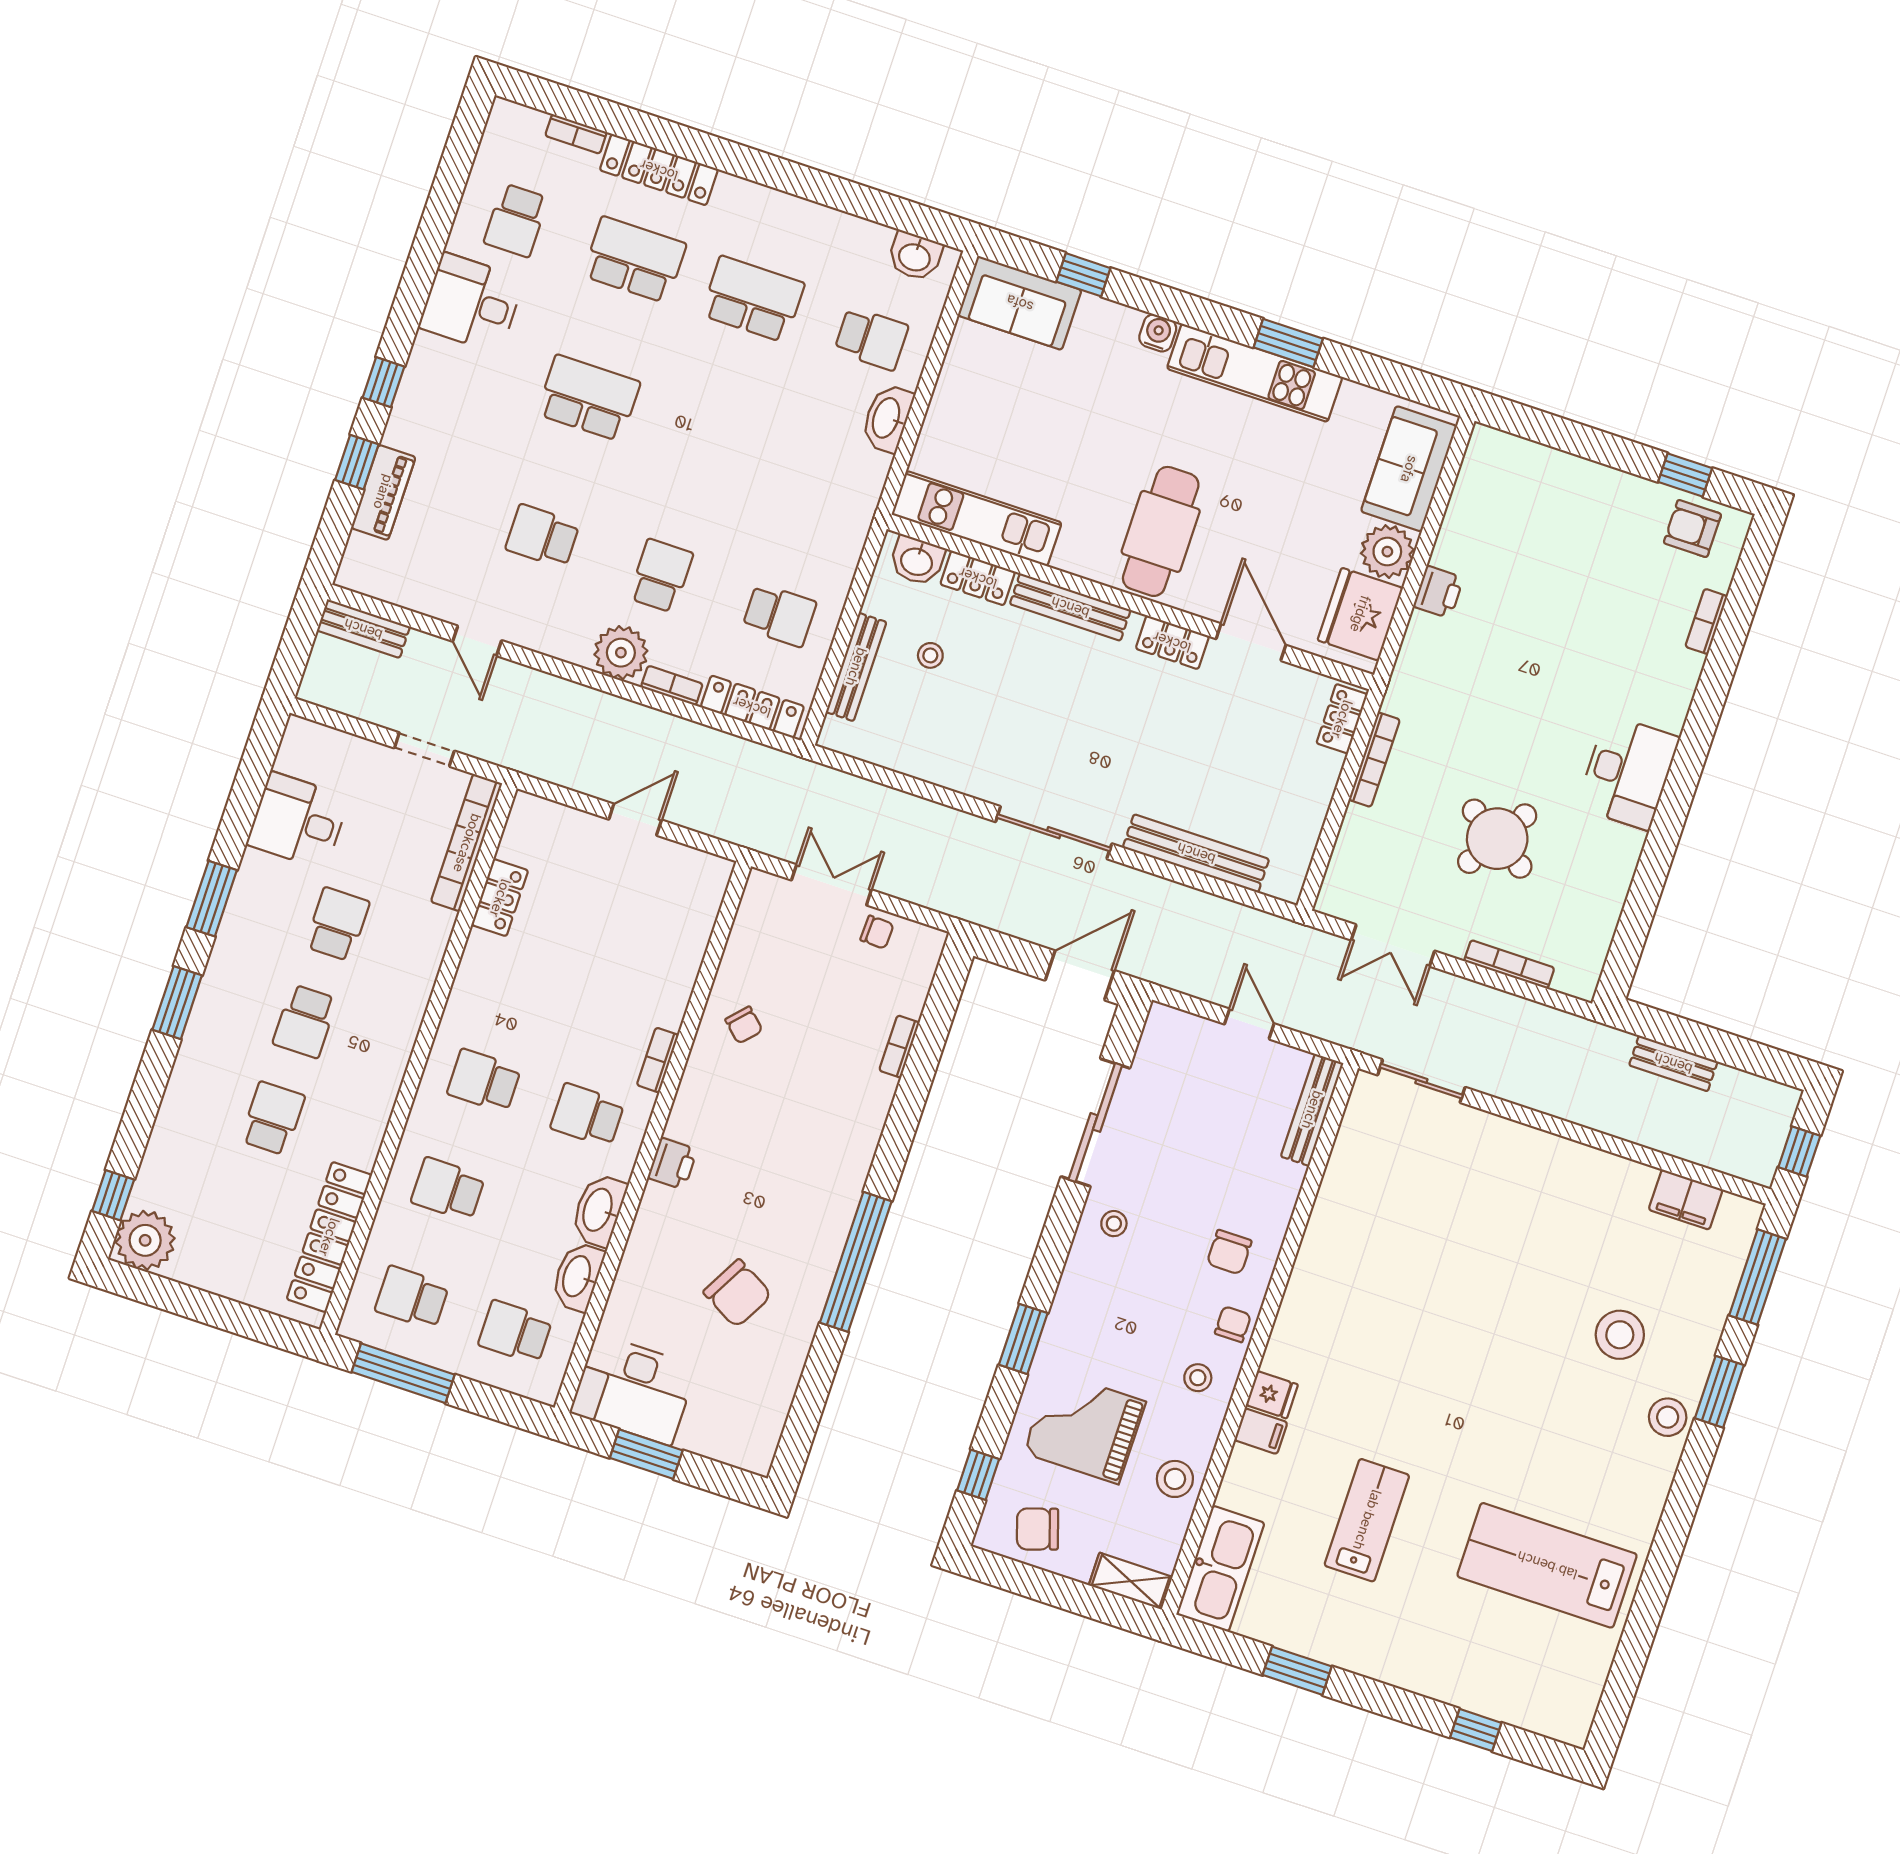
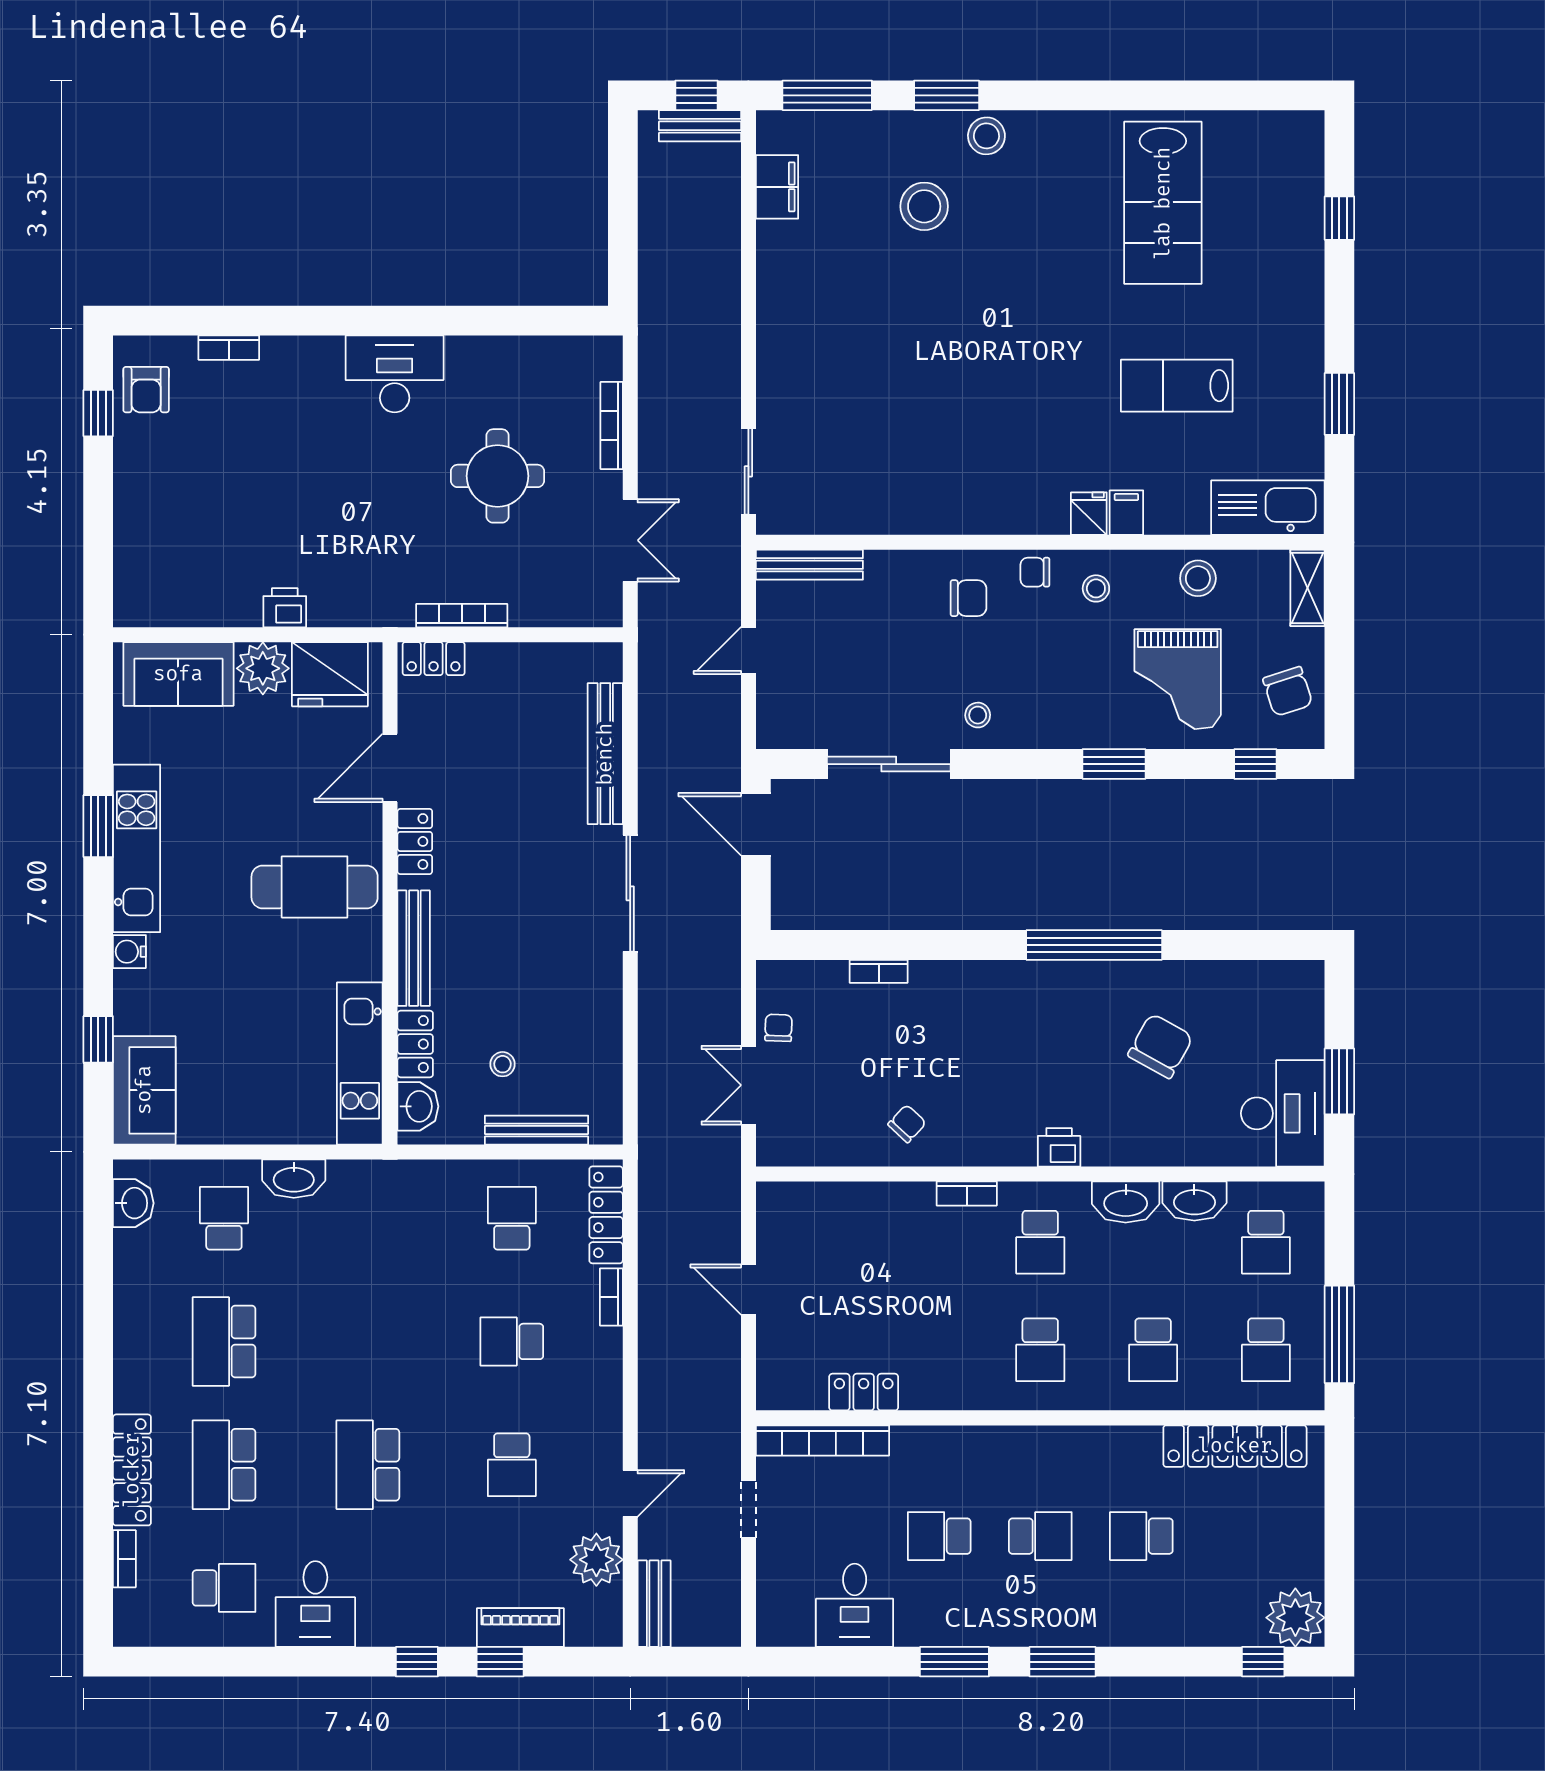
plant: (621, 653) -> (596, 1560), moved
round table: (1497, 839) -> (498, 476), turned -32
bench: (1673, 1063) -> (700, 126), moved, turned 90

